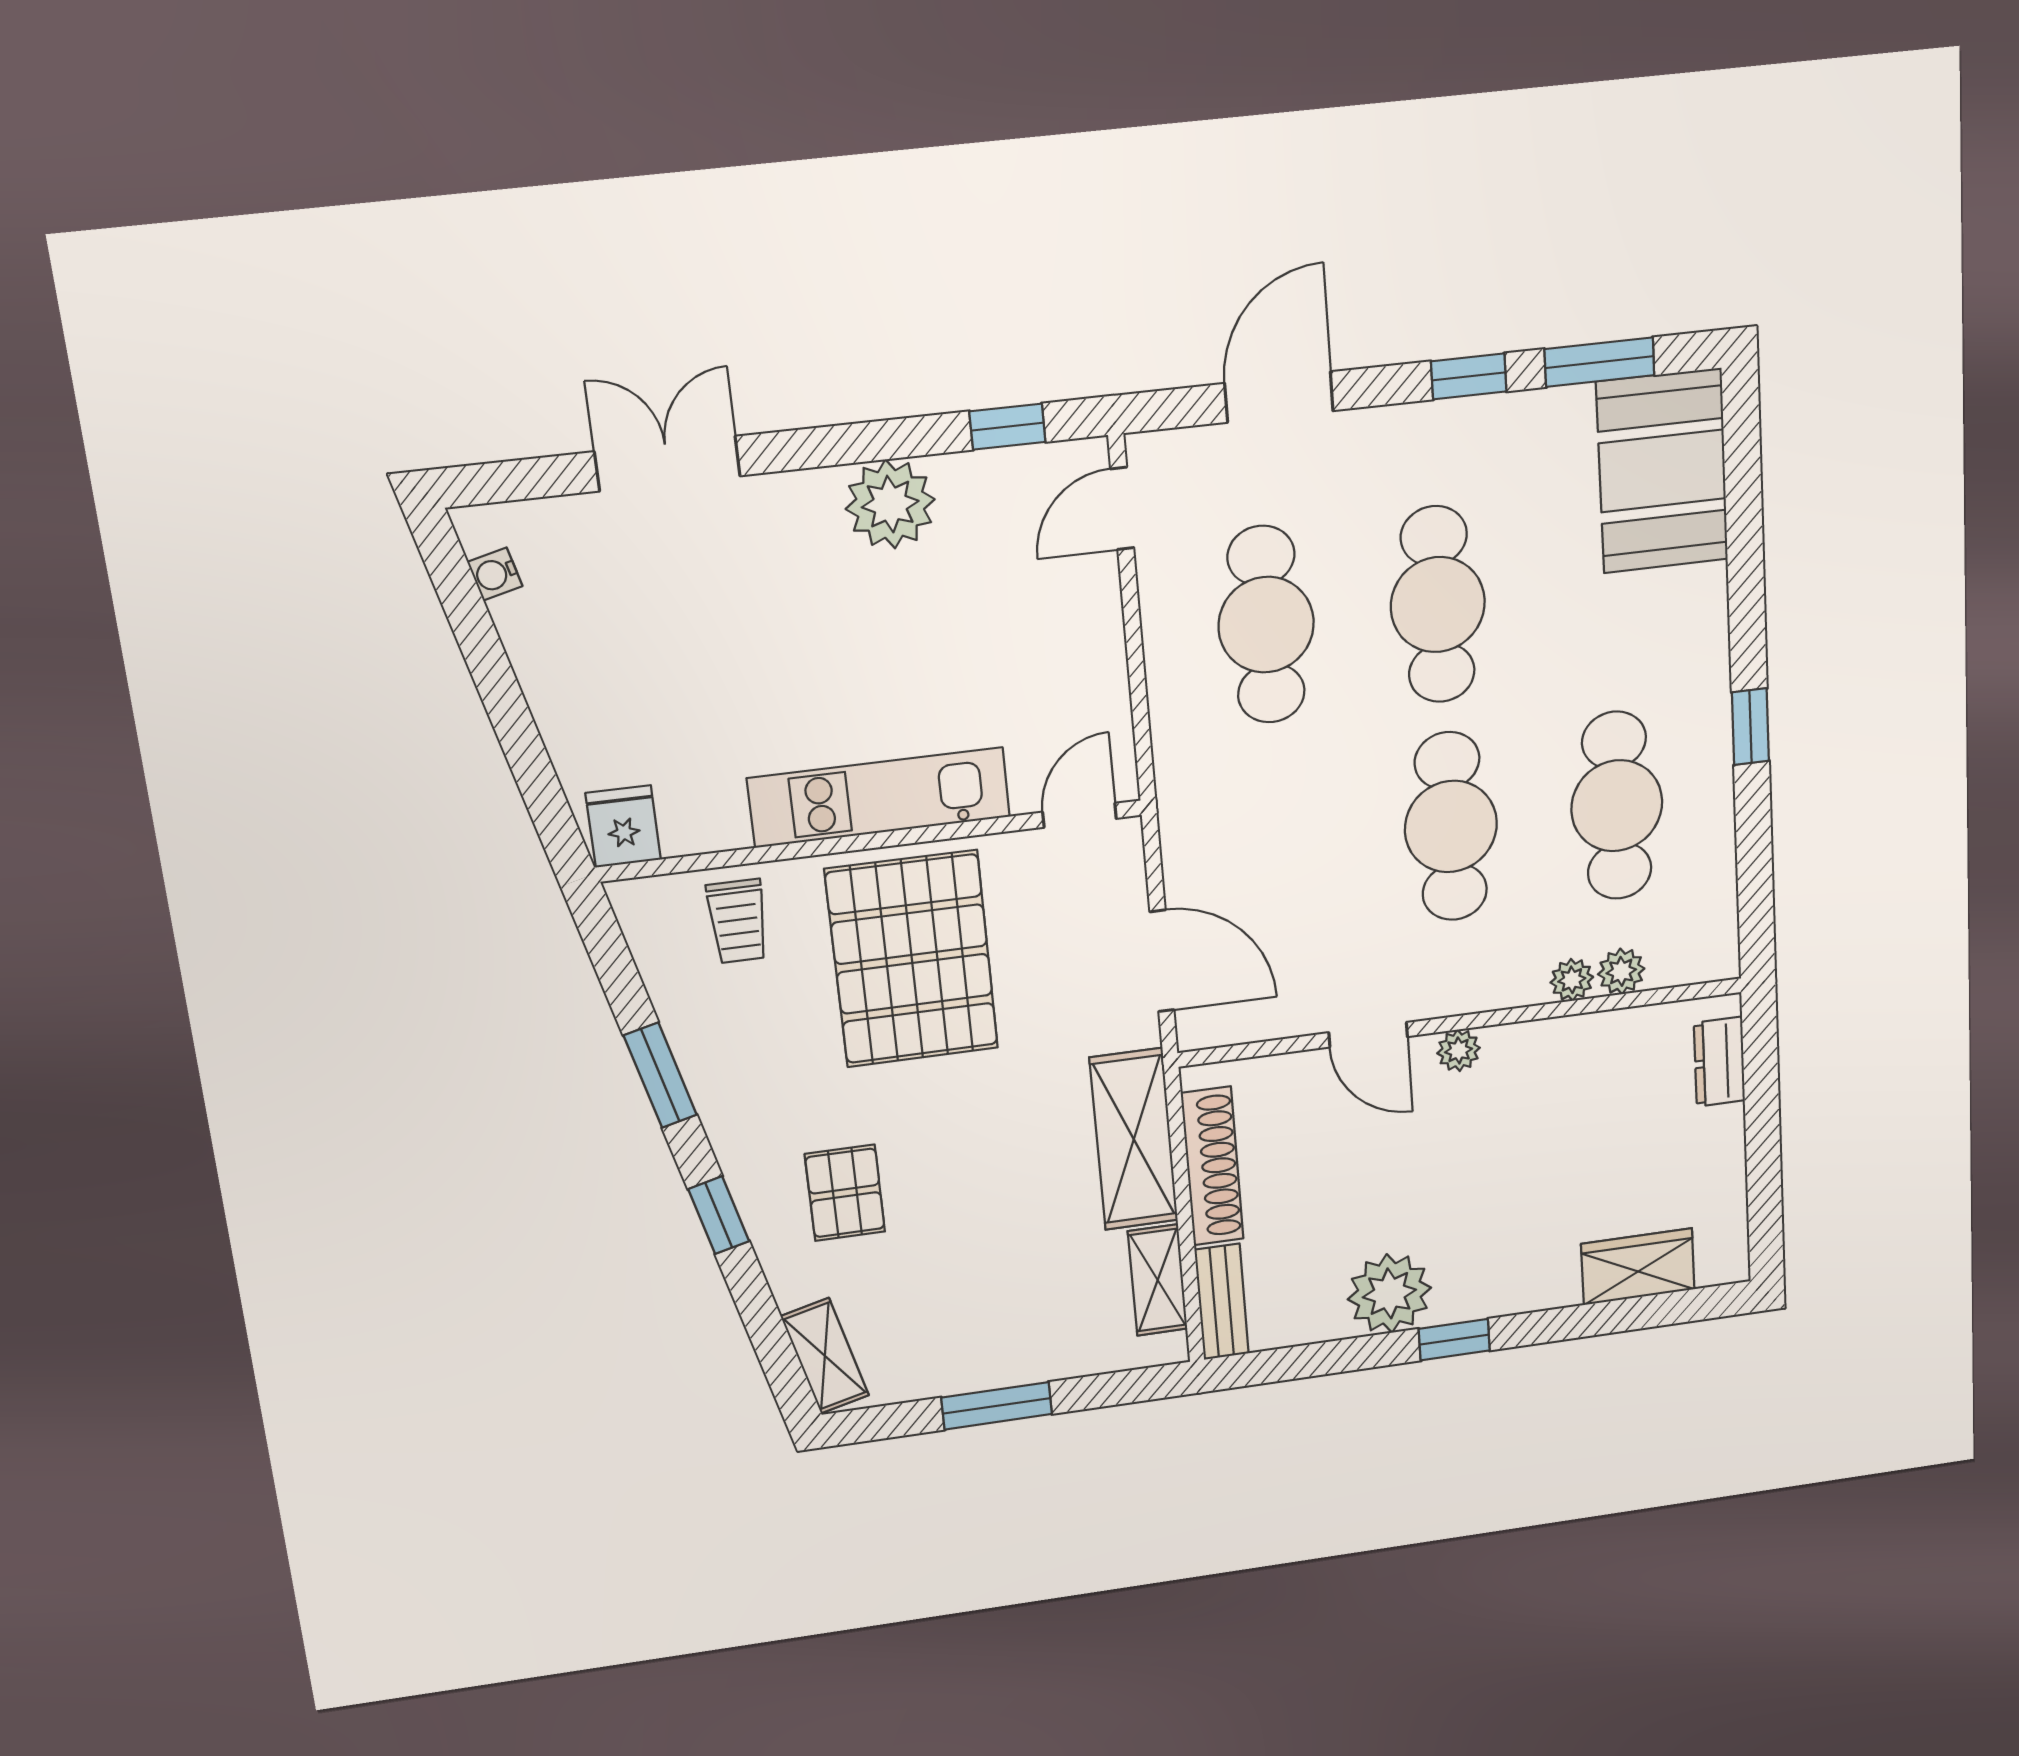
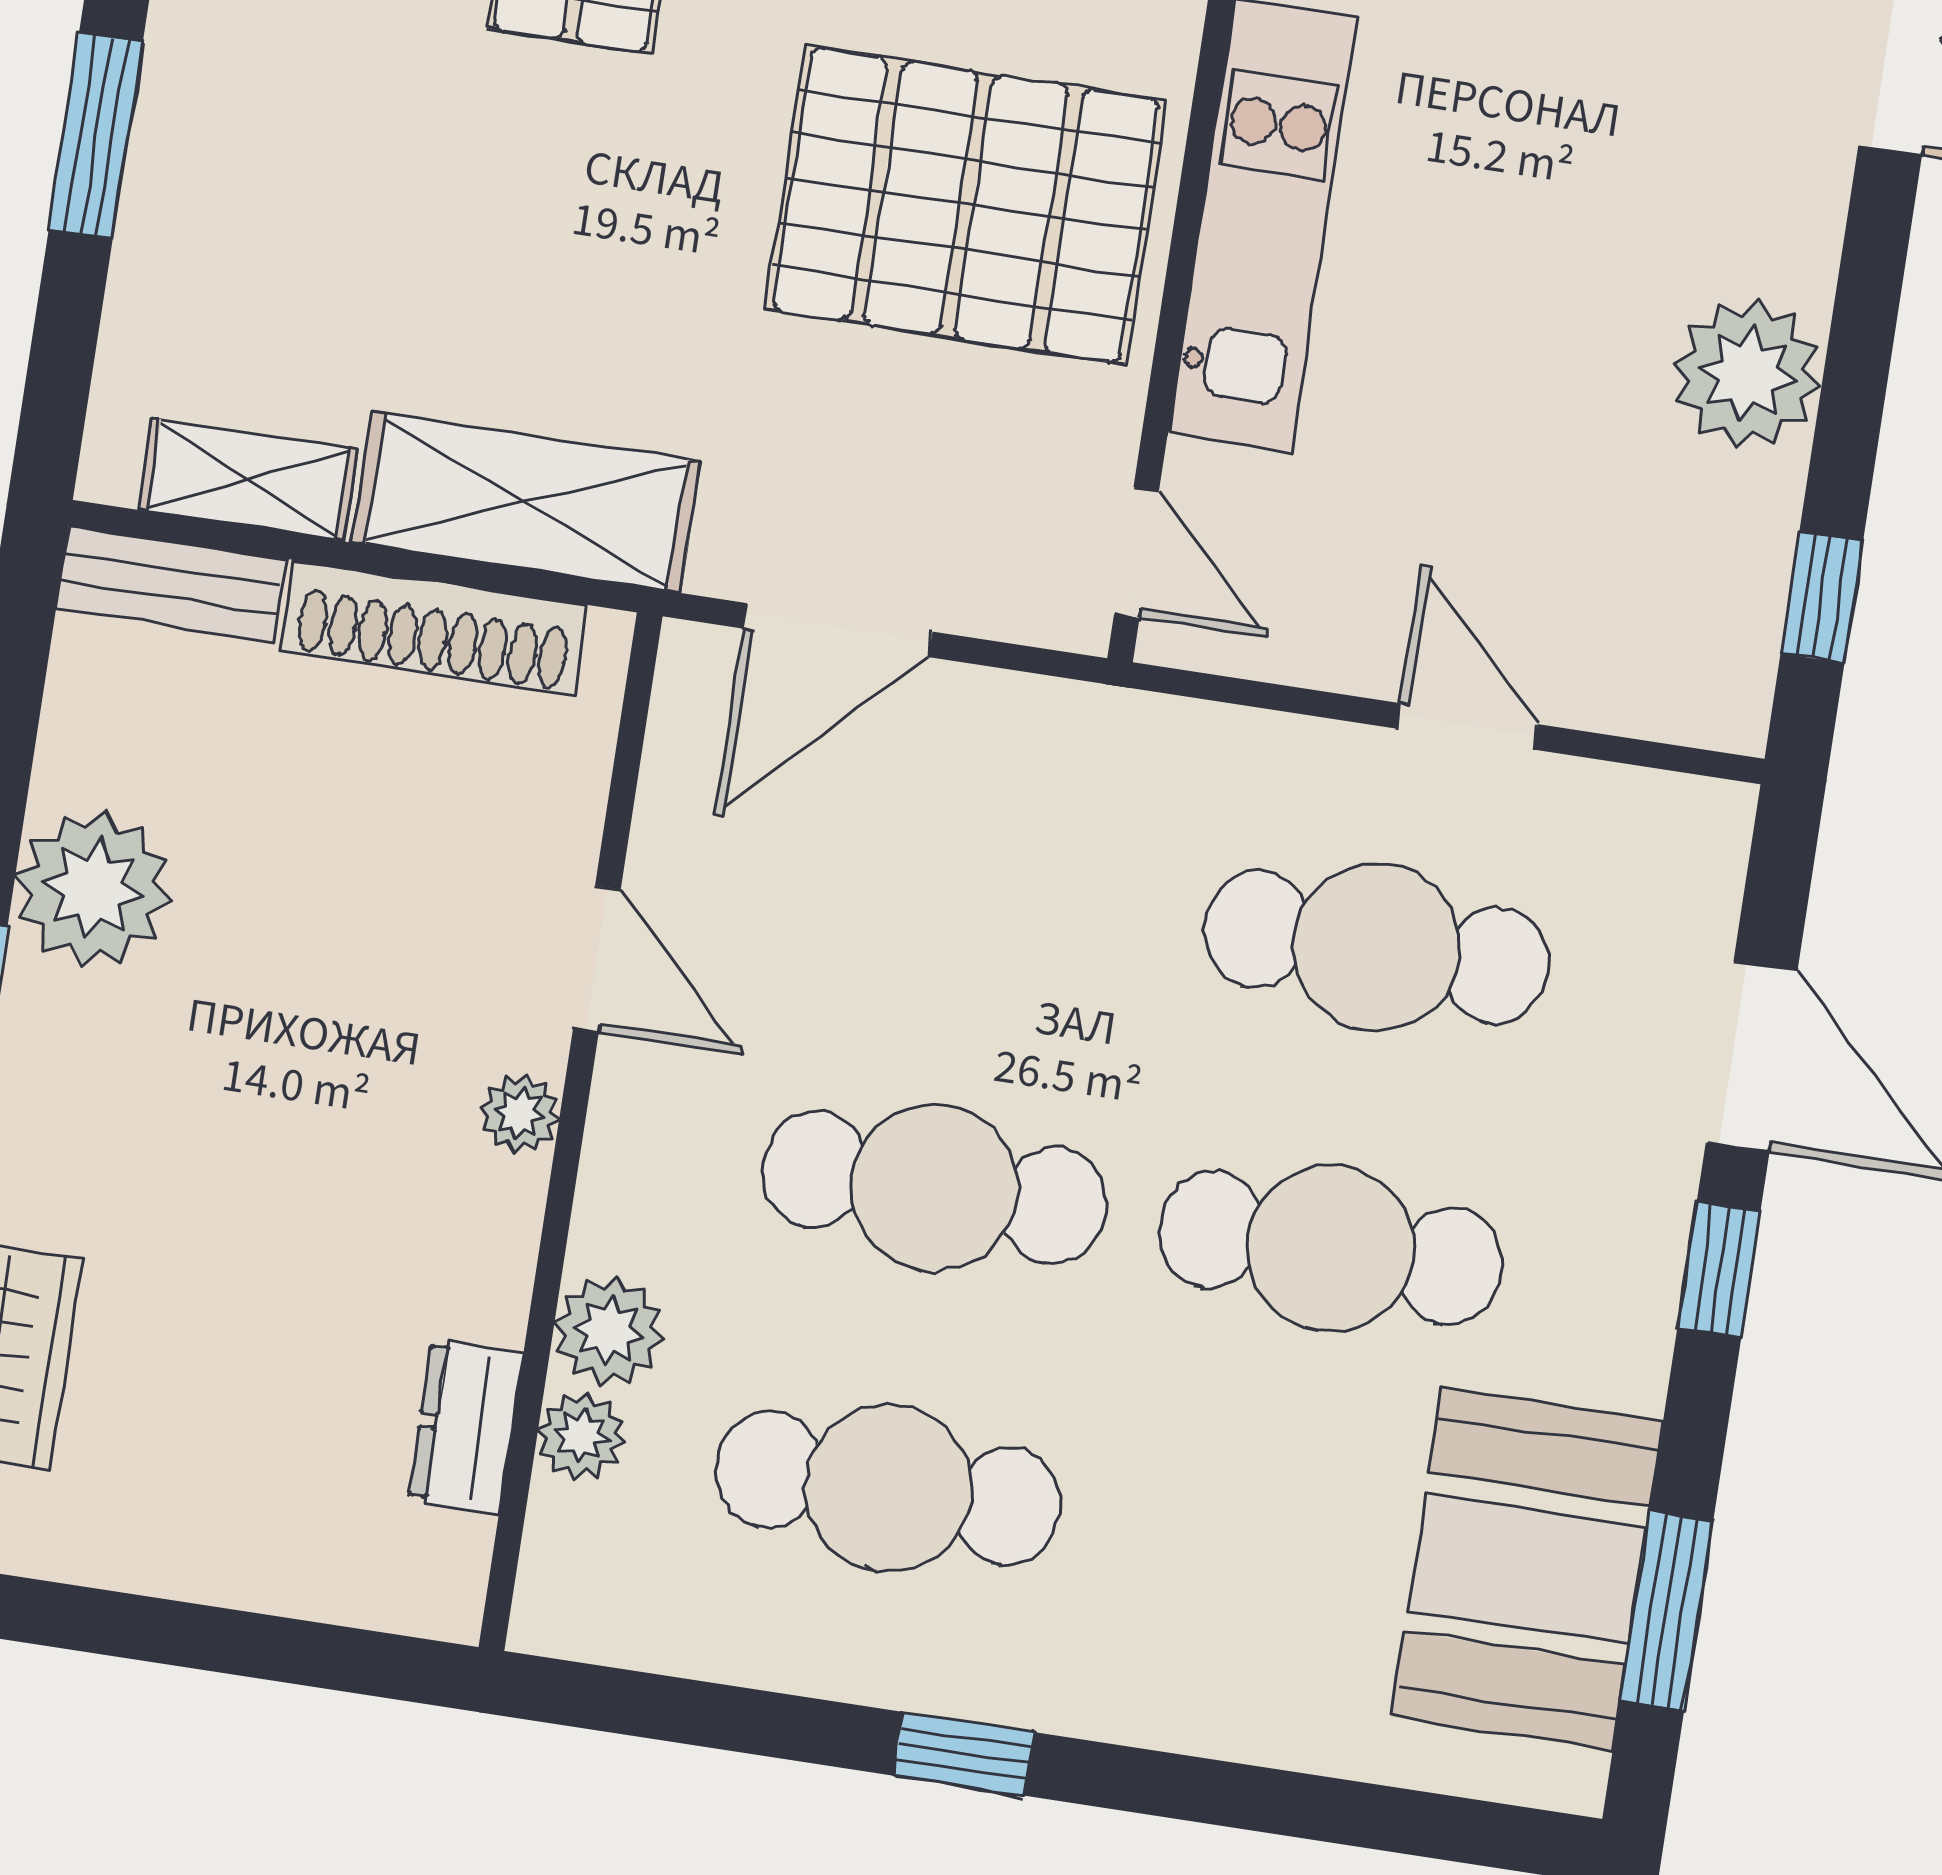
window: (1469, 376) -> (1719, 1270), moved
booth: (1662, 471) -> (1527, 1569), moved, turned 90
door: (1122, 508) -> (1467, 726), moved
plant: (1572, 980) -> (609, 1331), width x1.38, depth x1.38
door: (1368, 1035) -> (597, 959), swing flipped
dresser: (1719, 1062) -> (466, 1427), moved, turned -90

